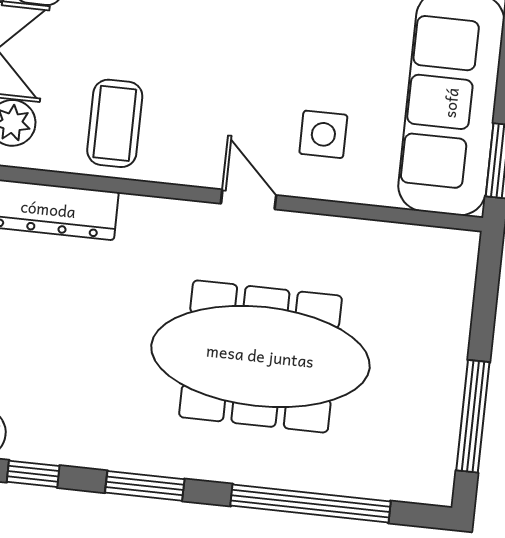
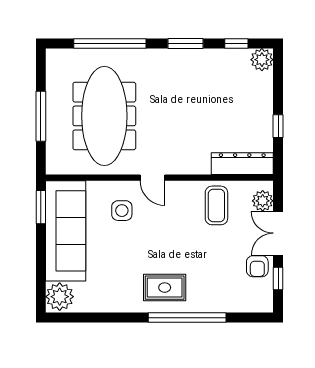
meeting table: (260, 356) -> (104, 116), moved, turned 90
window: (473, 416) -> (41, 116), moved

